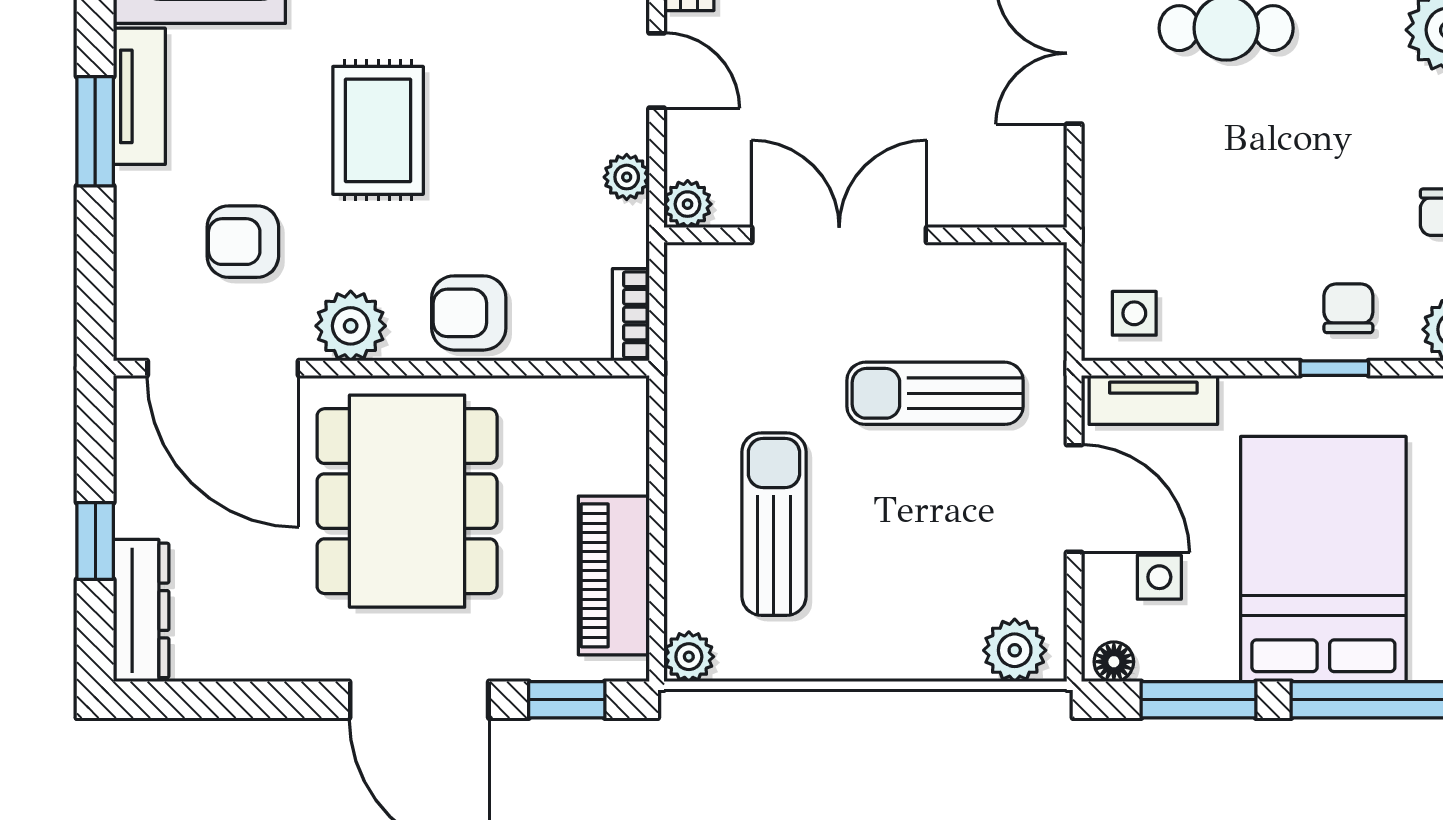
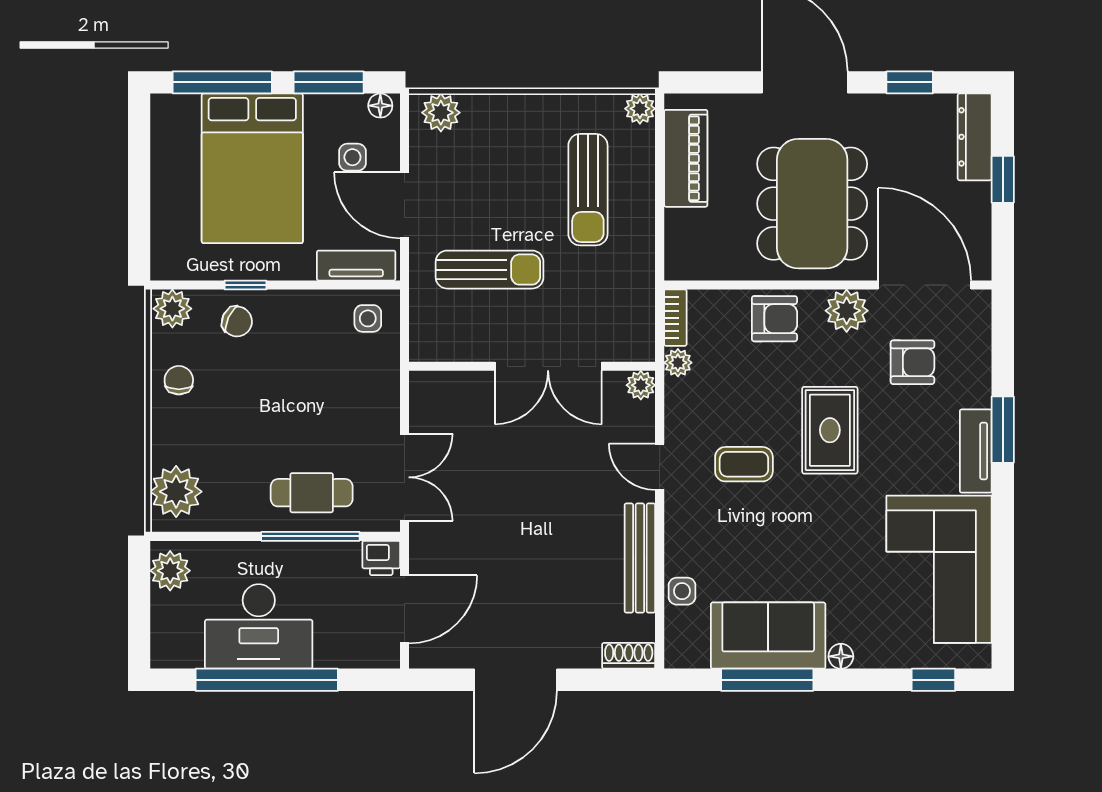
coffee table: (519, 75) -> (744, 464), added
plant: (627, 177) -> (678, 363), moved
chair: (1348, 308) -> (237, 321), turned -65
window: (567, 700) -> (910, 82), moved

